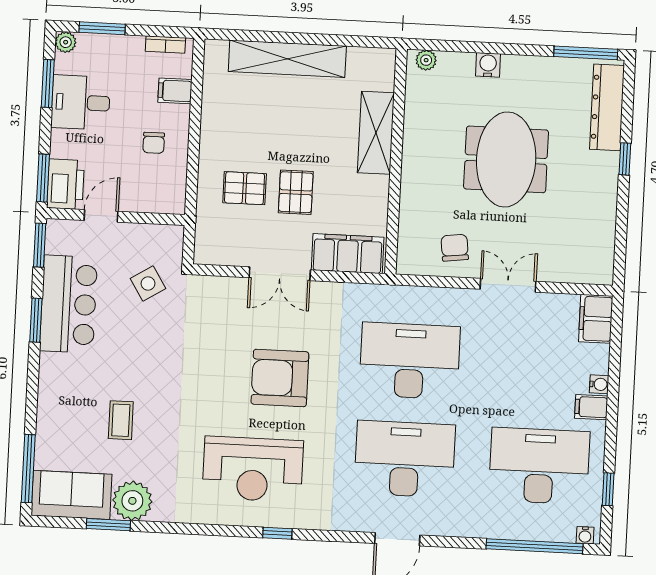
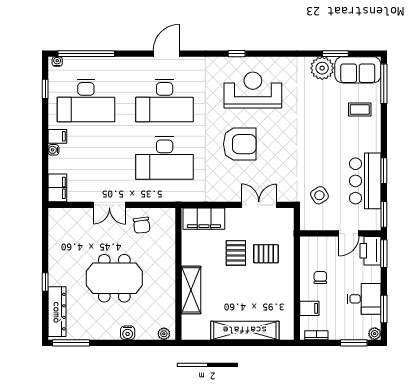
meeting table: (506, 159) -> (114, 278), turned 90
double door: (280, 274) -> (259, 205), moved
coffee table: (121, 420) -> (360, 109), moved, turned 90

